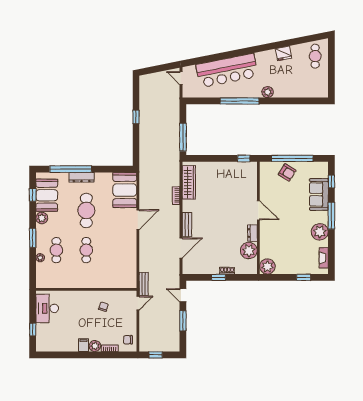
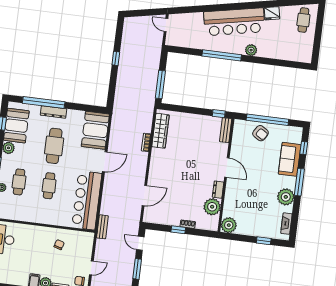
bar counter: (227, 71) -> (234, 22), moved
bench: (187, 224) -> (226, 130), moved
bar counter: (125, 260) -> (87, 200), added
door: (138, 303) -> (91, 268), moved

